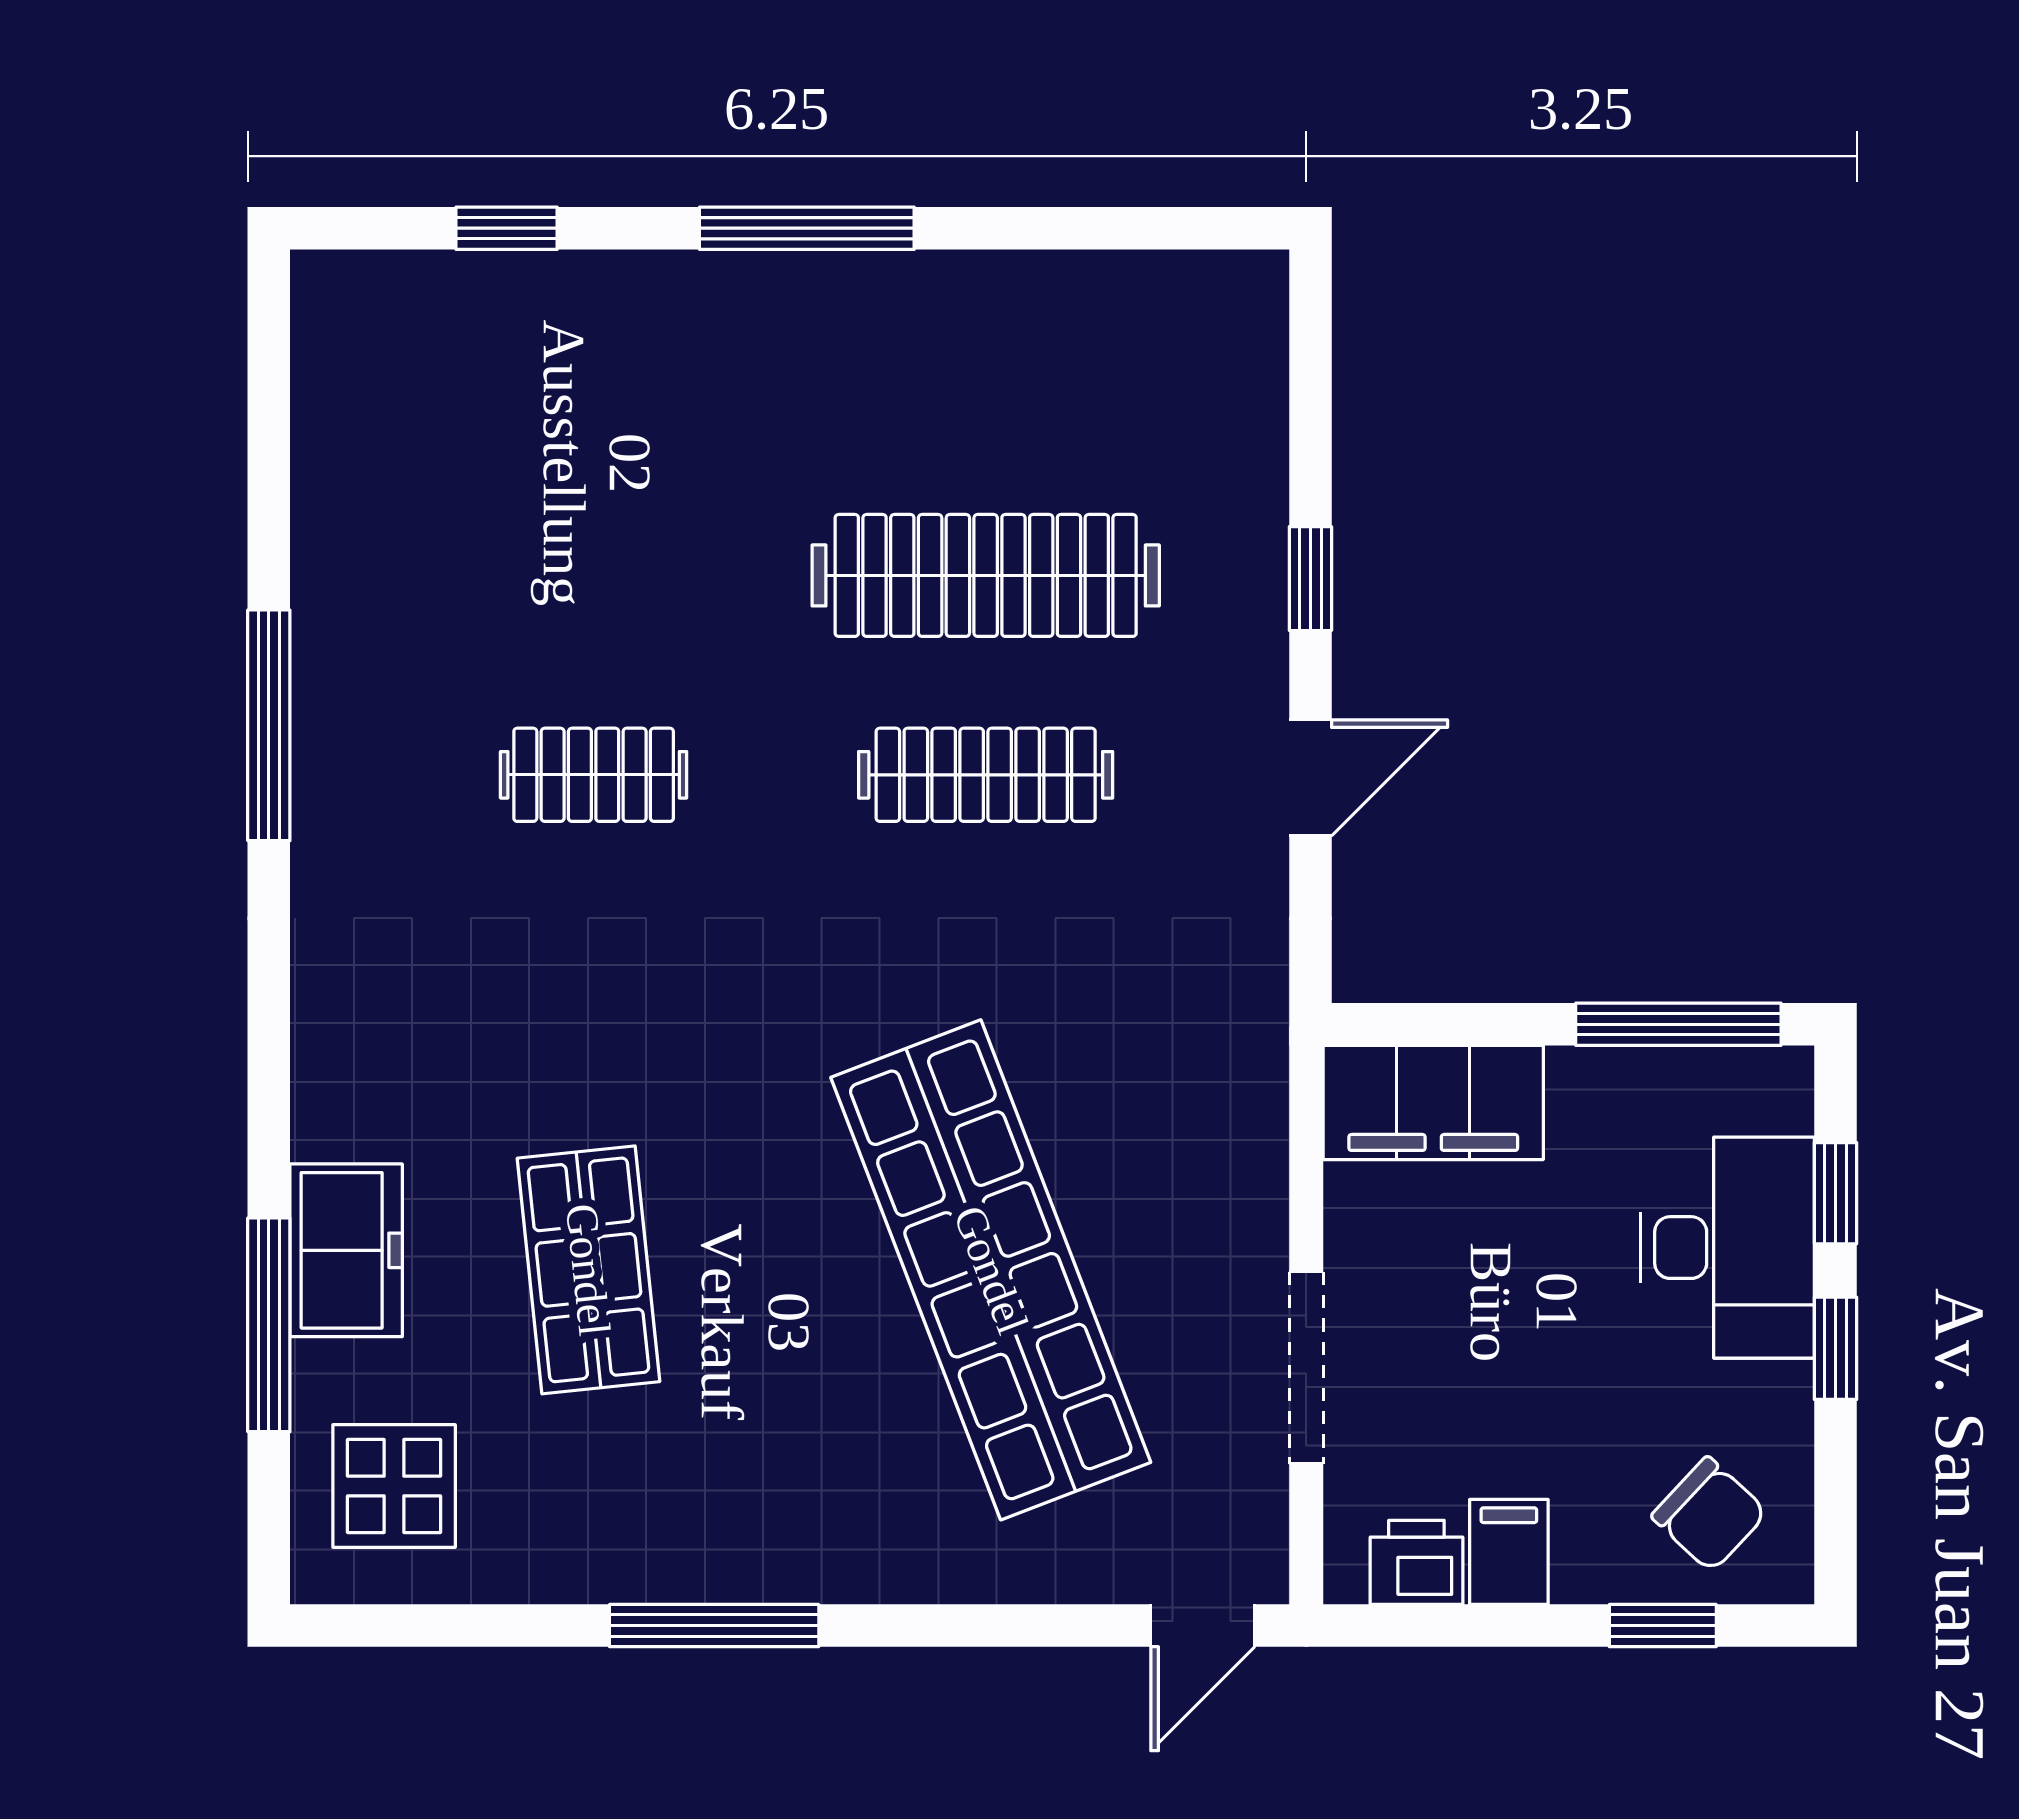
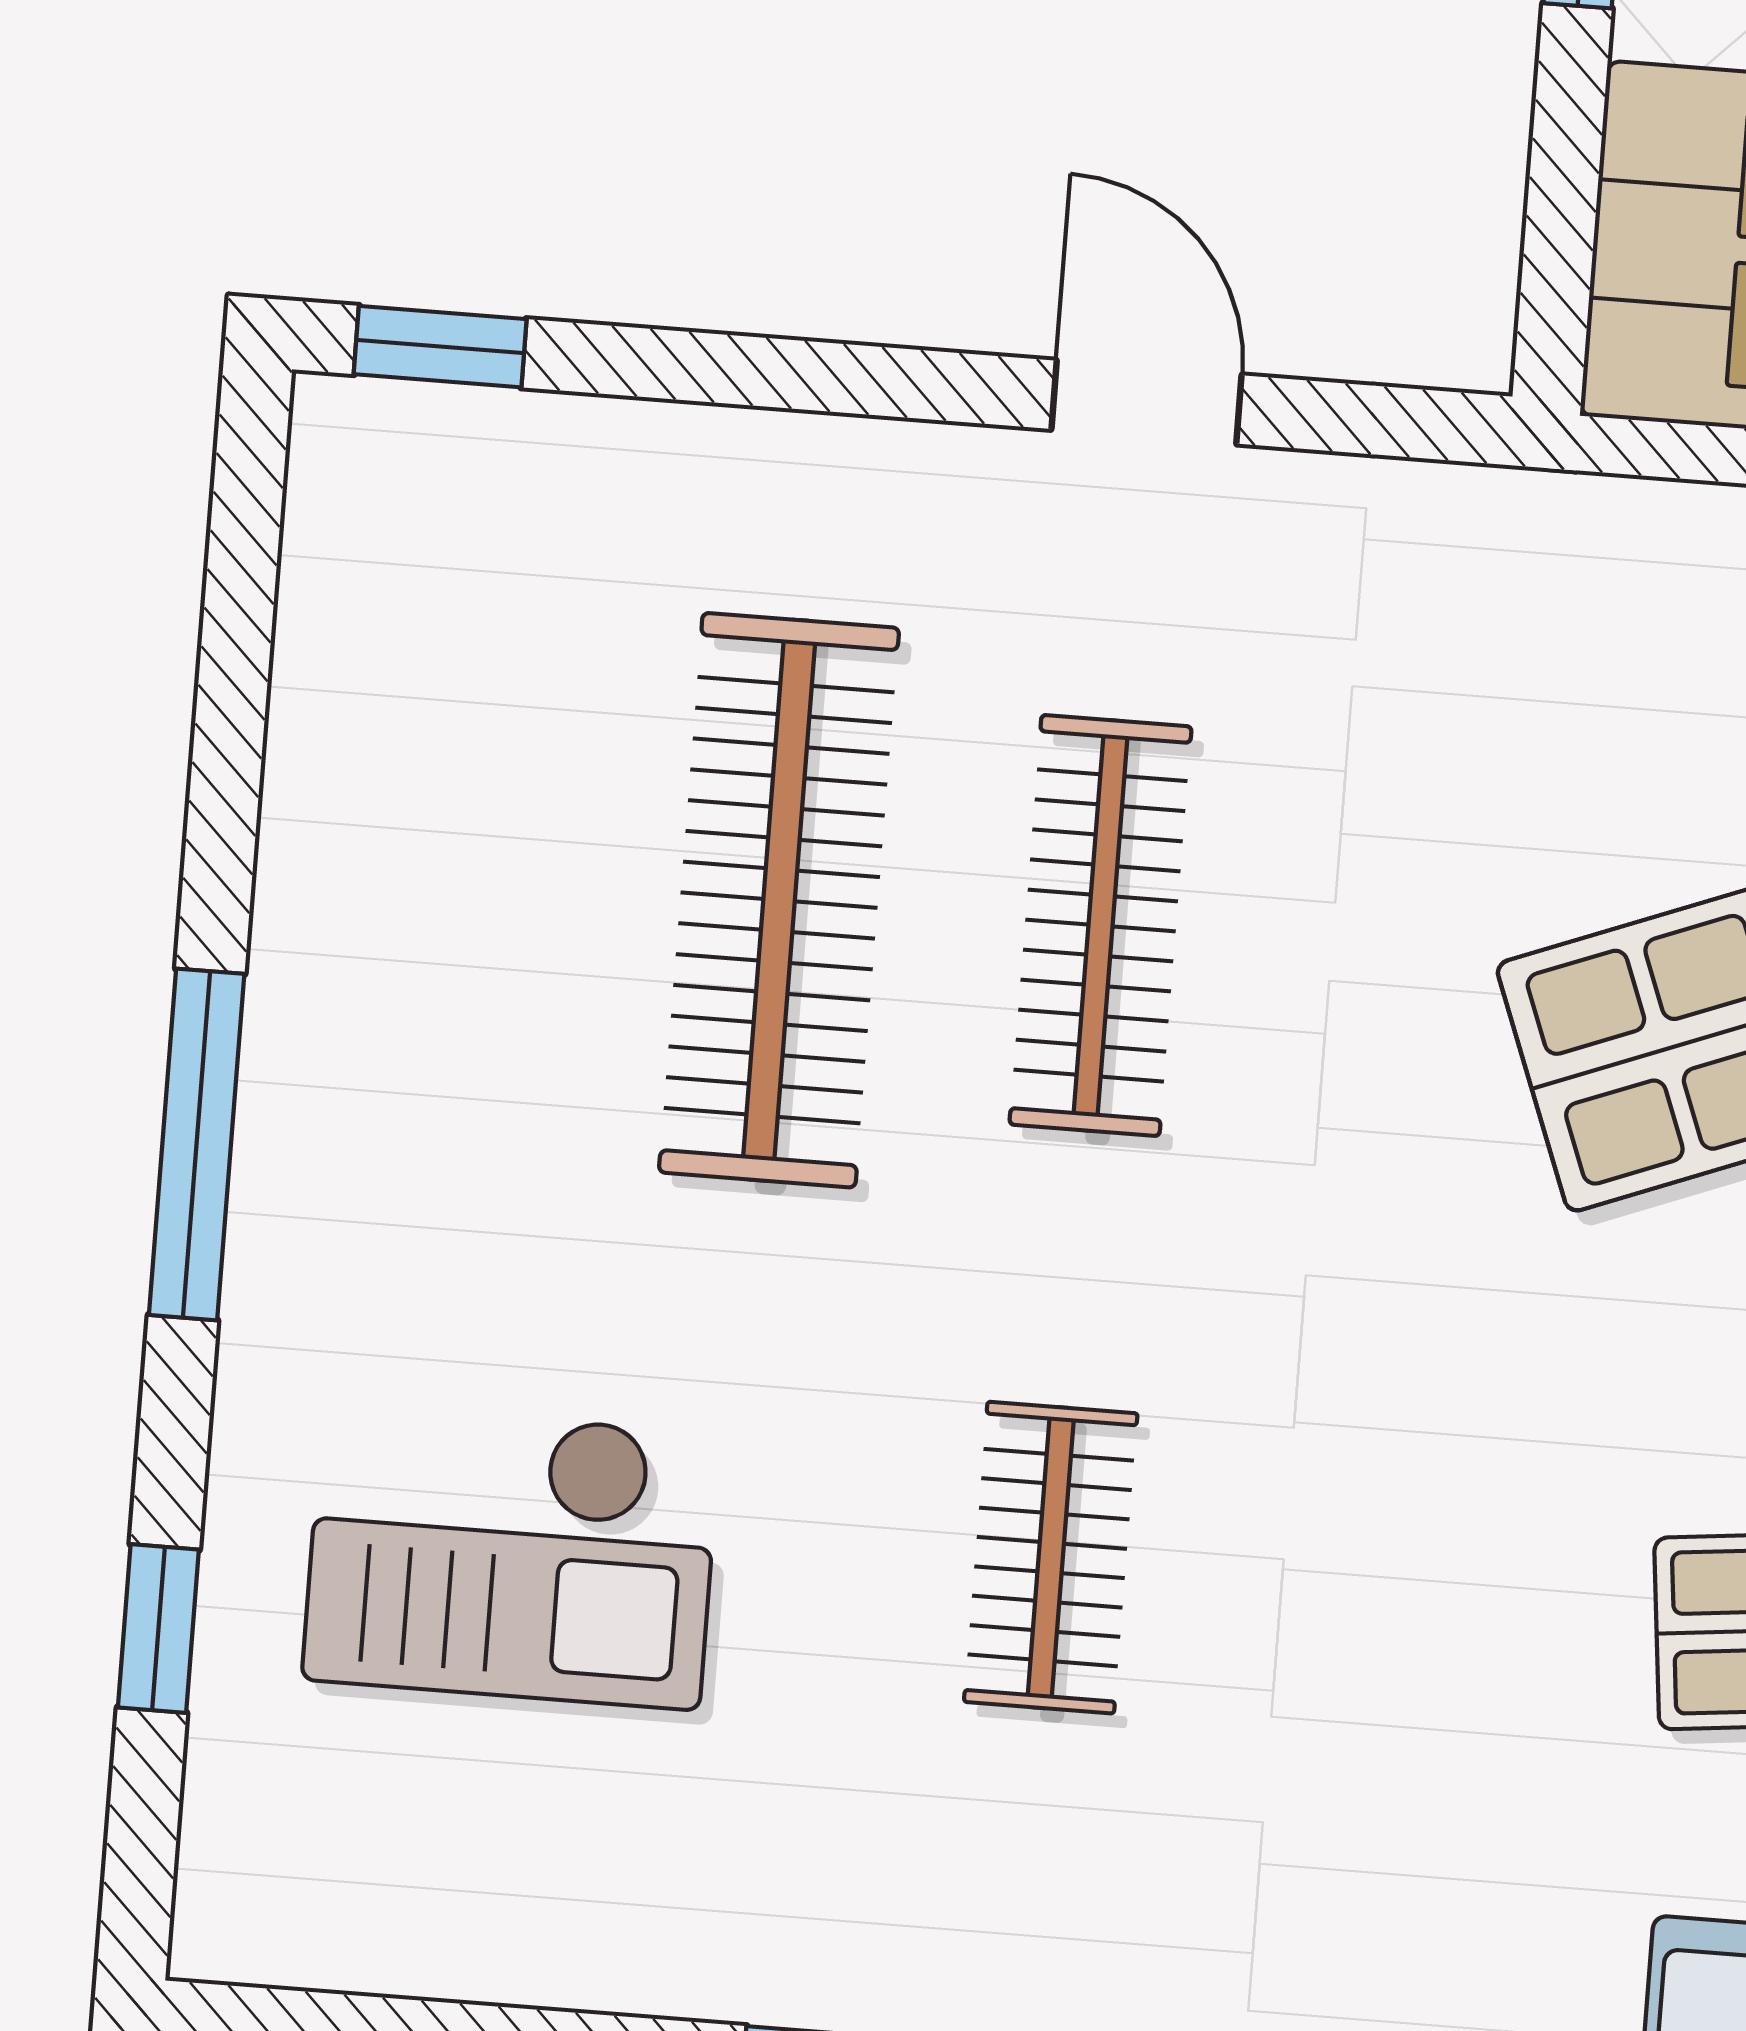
checkout: (569, 442) -> (511, 1555), added
window: (1310, 579) -> (440, 347), moved

